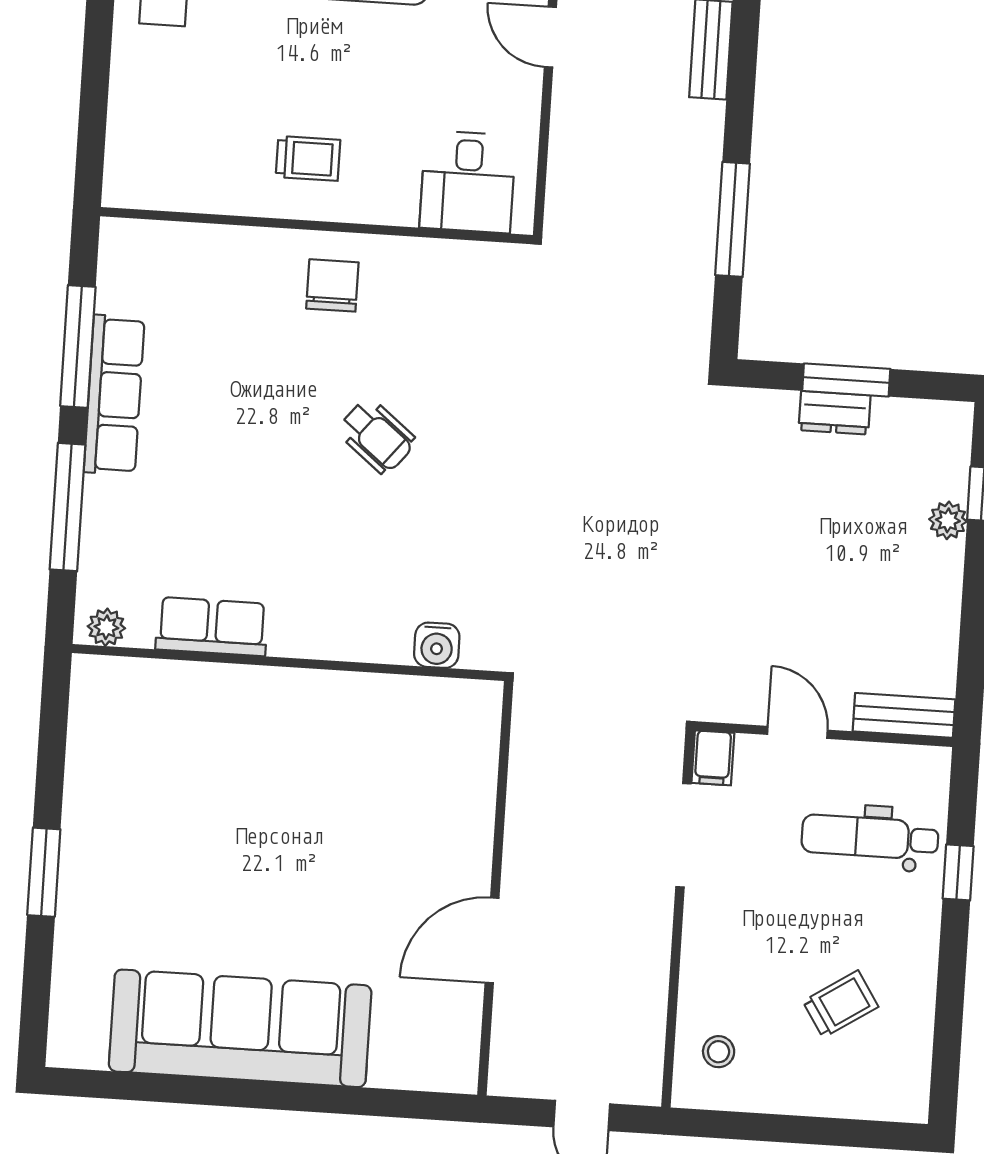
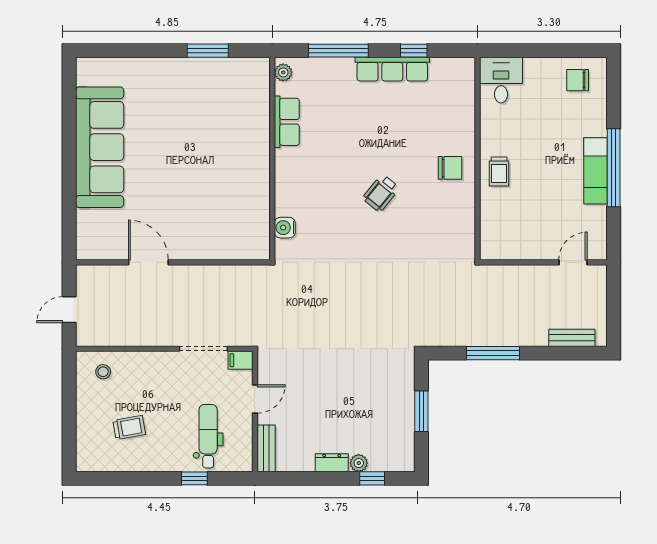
trolley: (308, 158) -> (499, 171), moved
desk: (468, 182) -> (501, 80), moved, turned 90
window: (78, 346) -> (414, 51), width x0.46
dresser: (835, 413) -> (332, 463), moved, turned 90
window: (44, 872) -> (208, 51), moved
trolley: (841, 1004) -> (129, 427), turned -67

